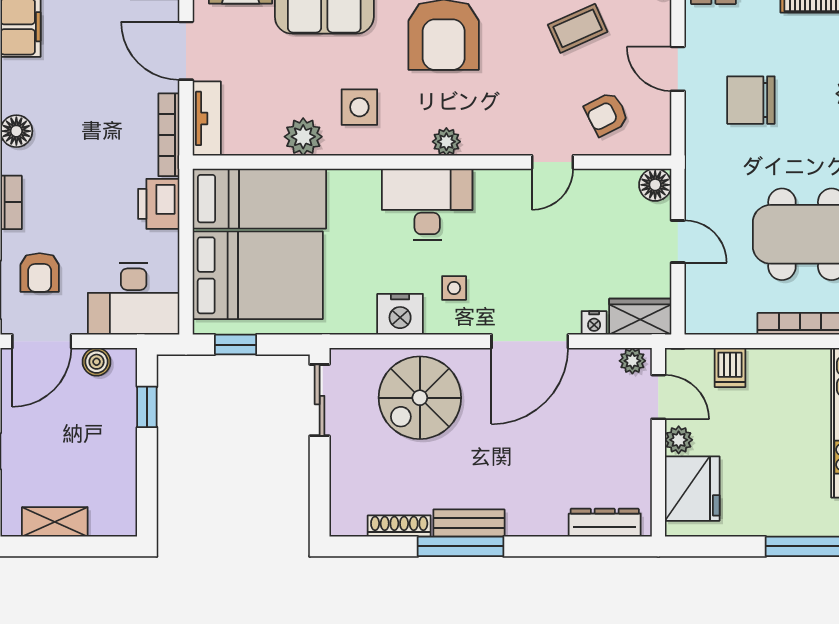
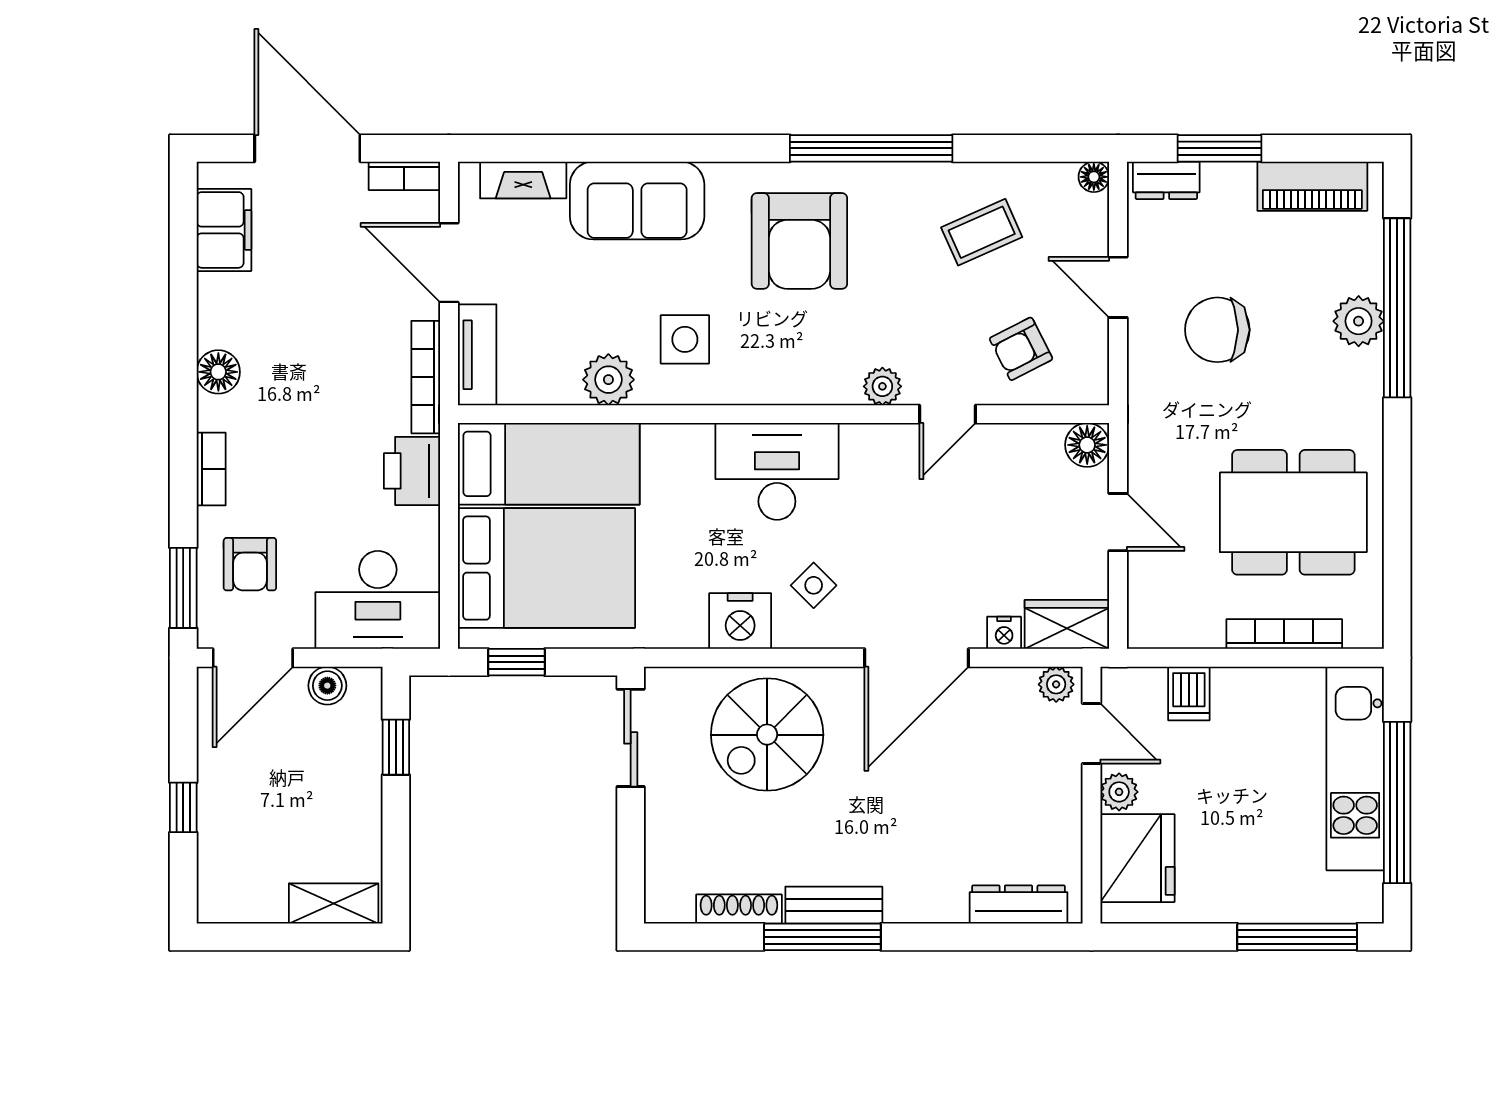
plant: (446, 142) -> (882, 386), moved
side table: (454, 288) -> (814, 585), turned 45
shelving: (55, 522) -> (334, 903), moved

